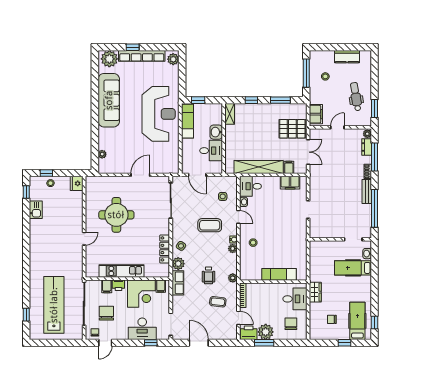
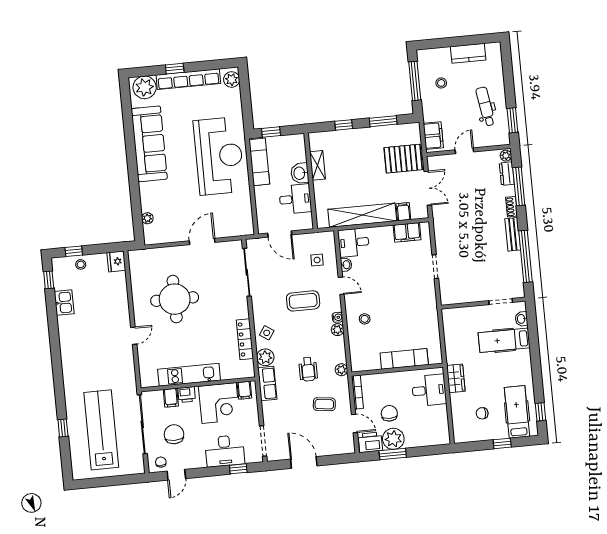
shelving: (230, 114) -> (317, 165), moved
window: (26, 315) -> (63, 428), moved
chair: (291, 324) -> (389, 413), moved

